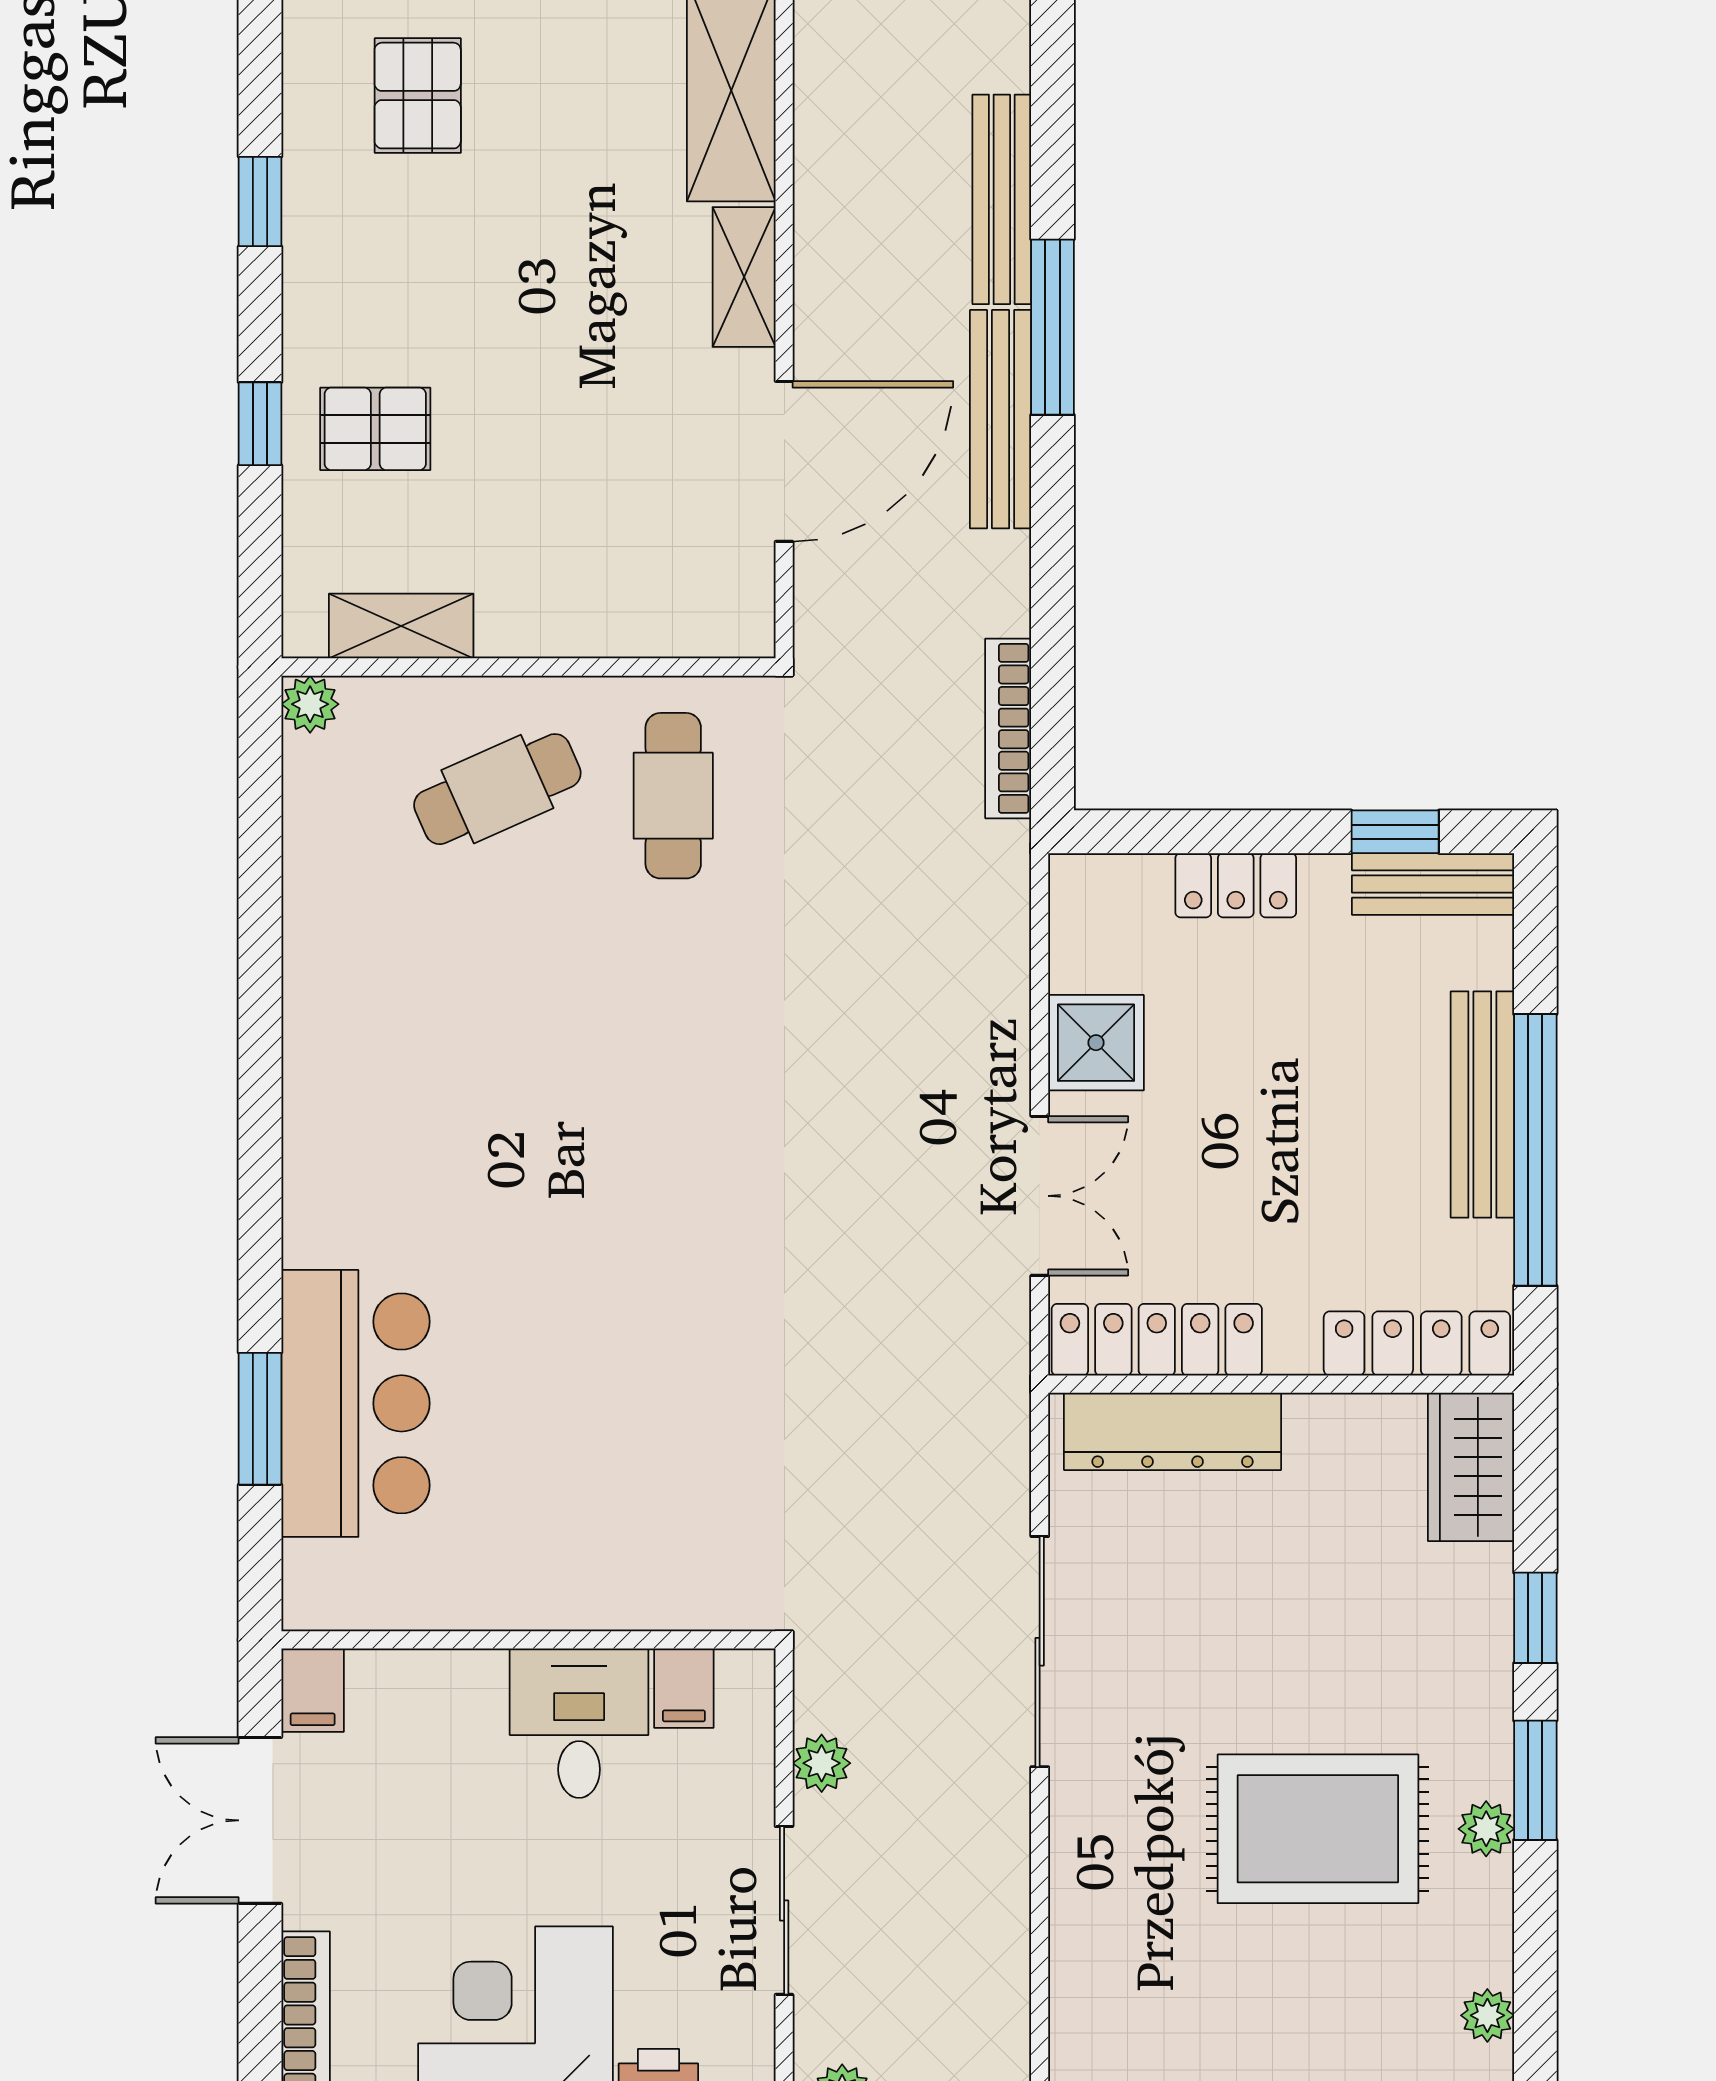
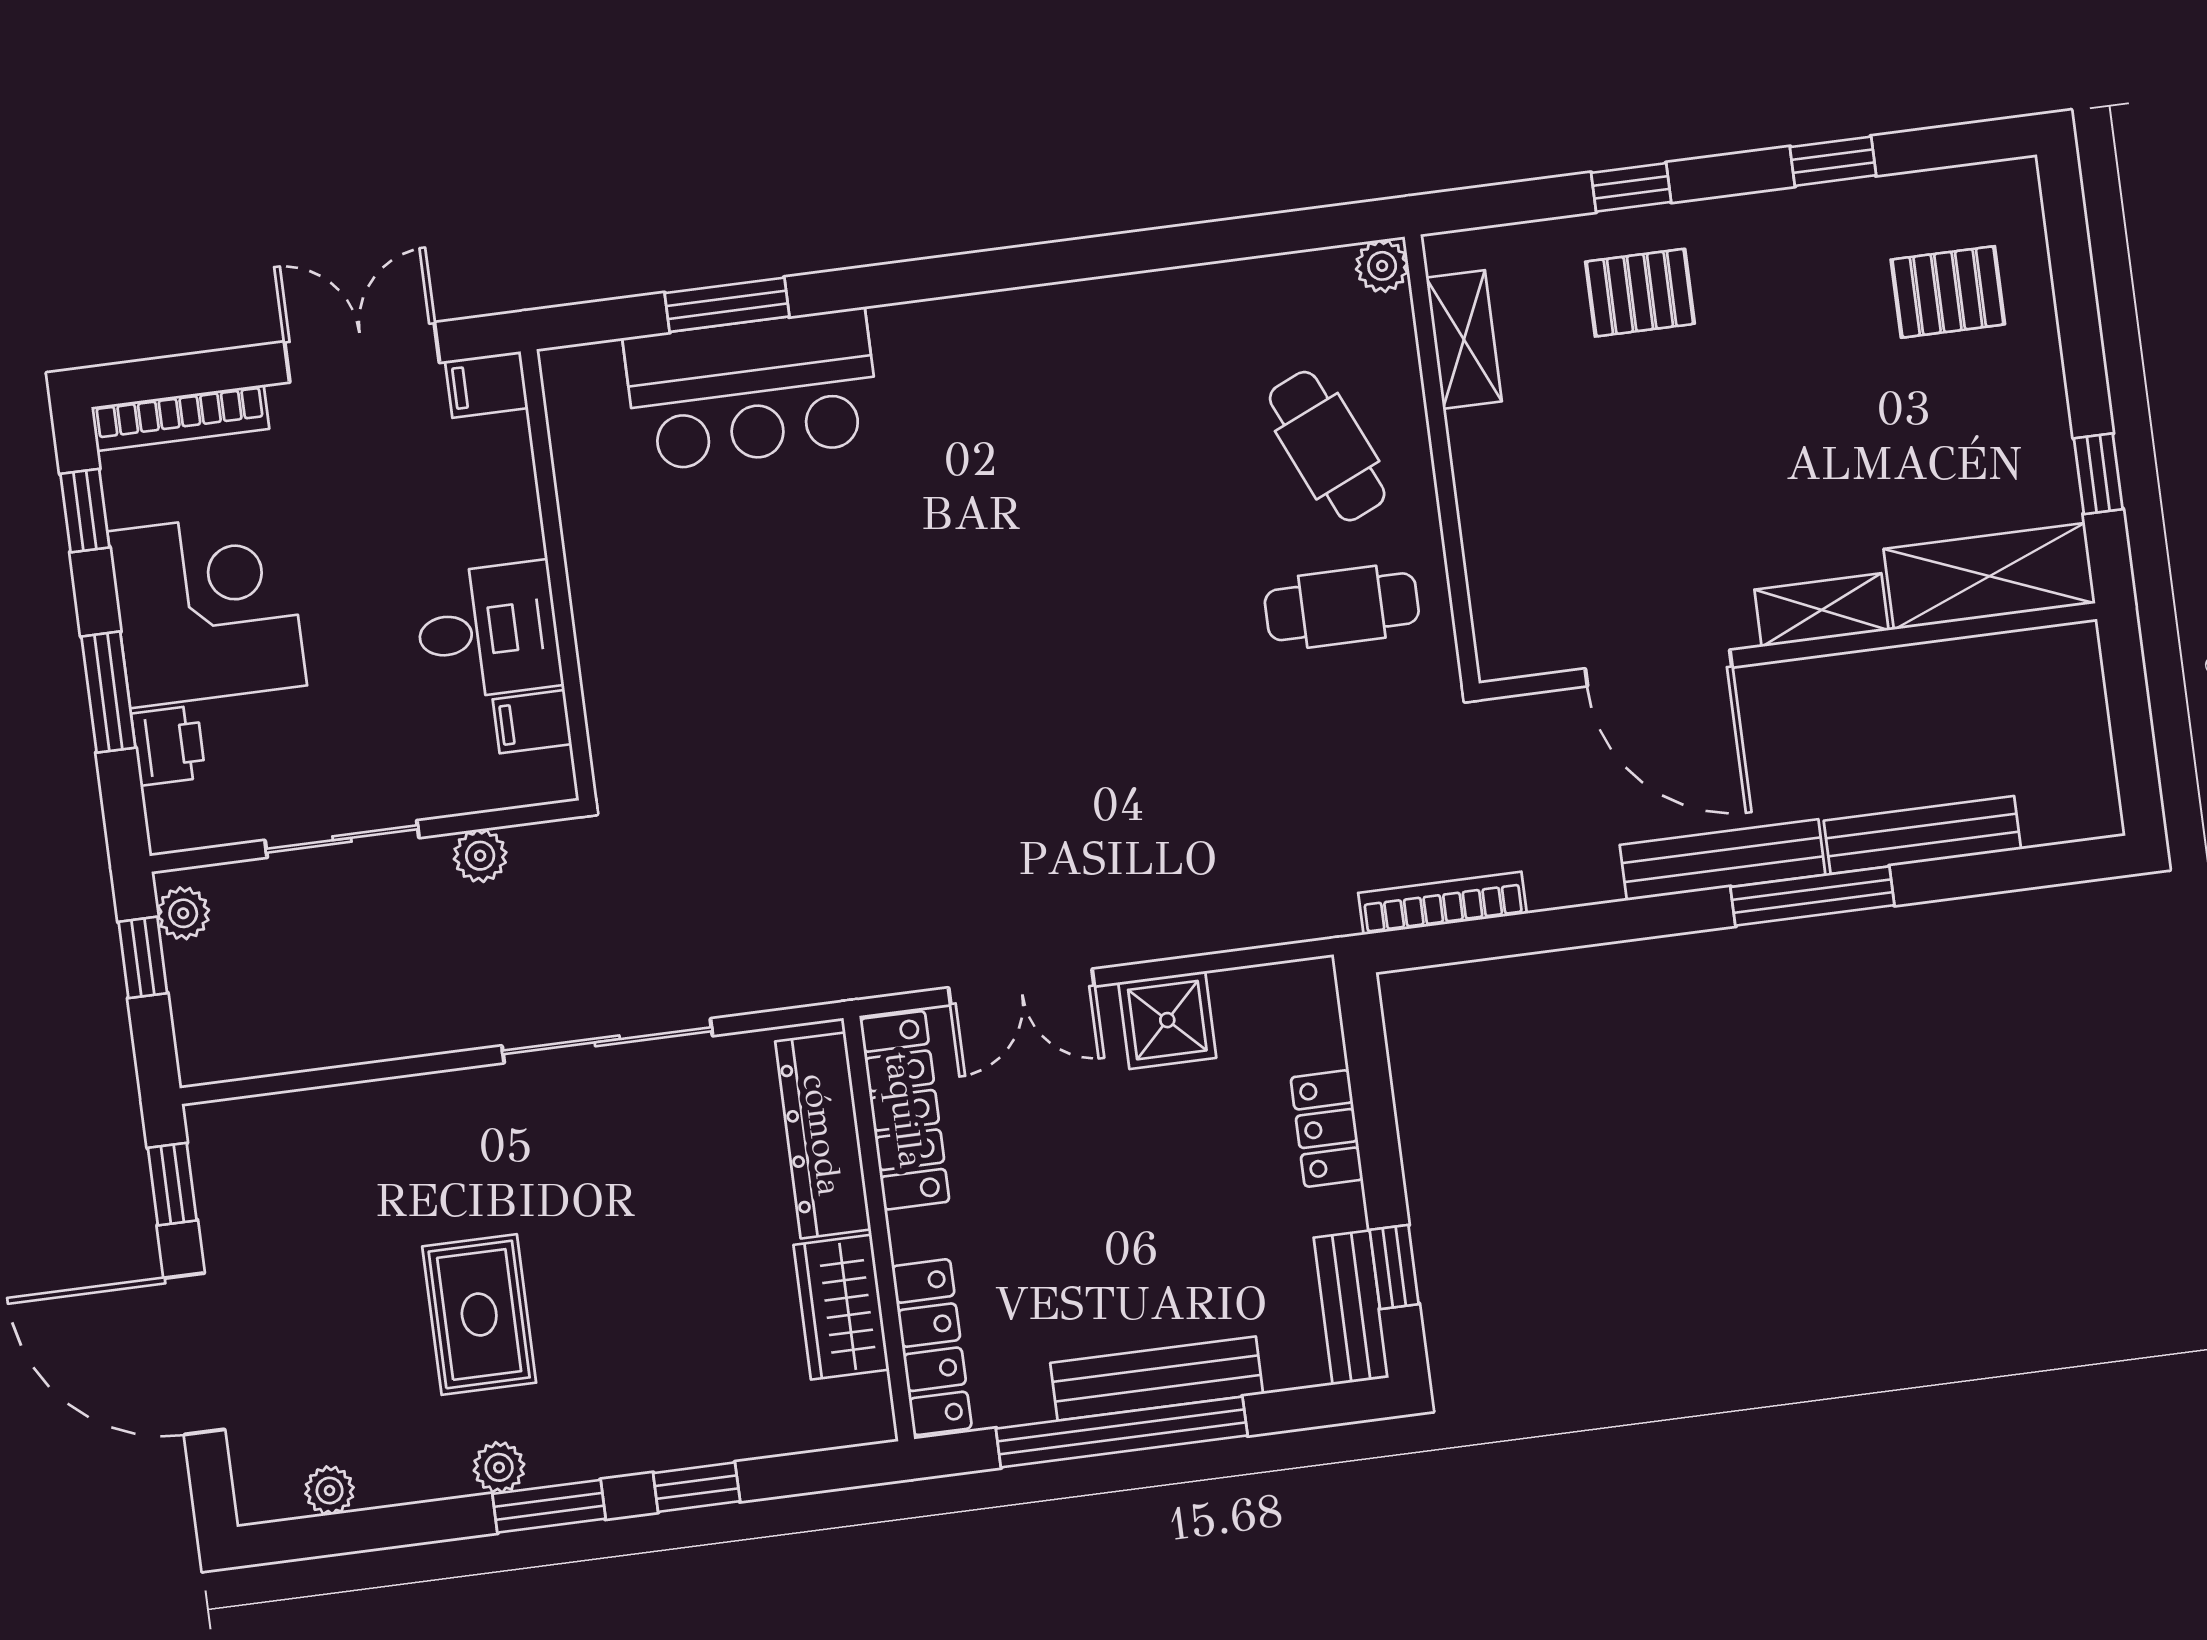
pallet: (375, 429) -> (1640, 293), turned 90
wardrobe: (1471, 1467) -> (841, 1307), moved, turned -90
rug: (1318, 1829) -> (479, 1314), width x0.73, depth x0.70

